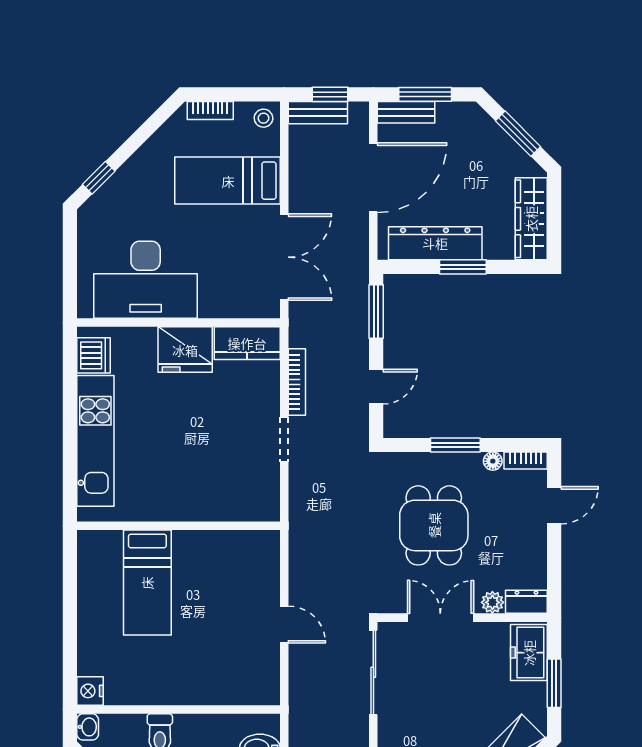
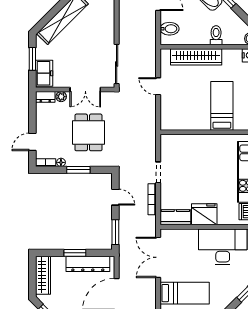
door: (376, 387) -> (115, 197), swing flipped
wardrobe: (203, 688) -> (196, 57), added

